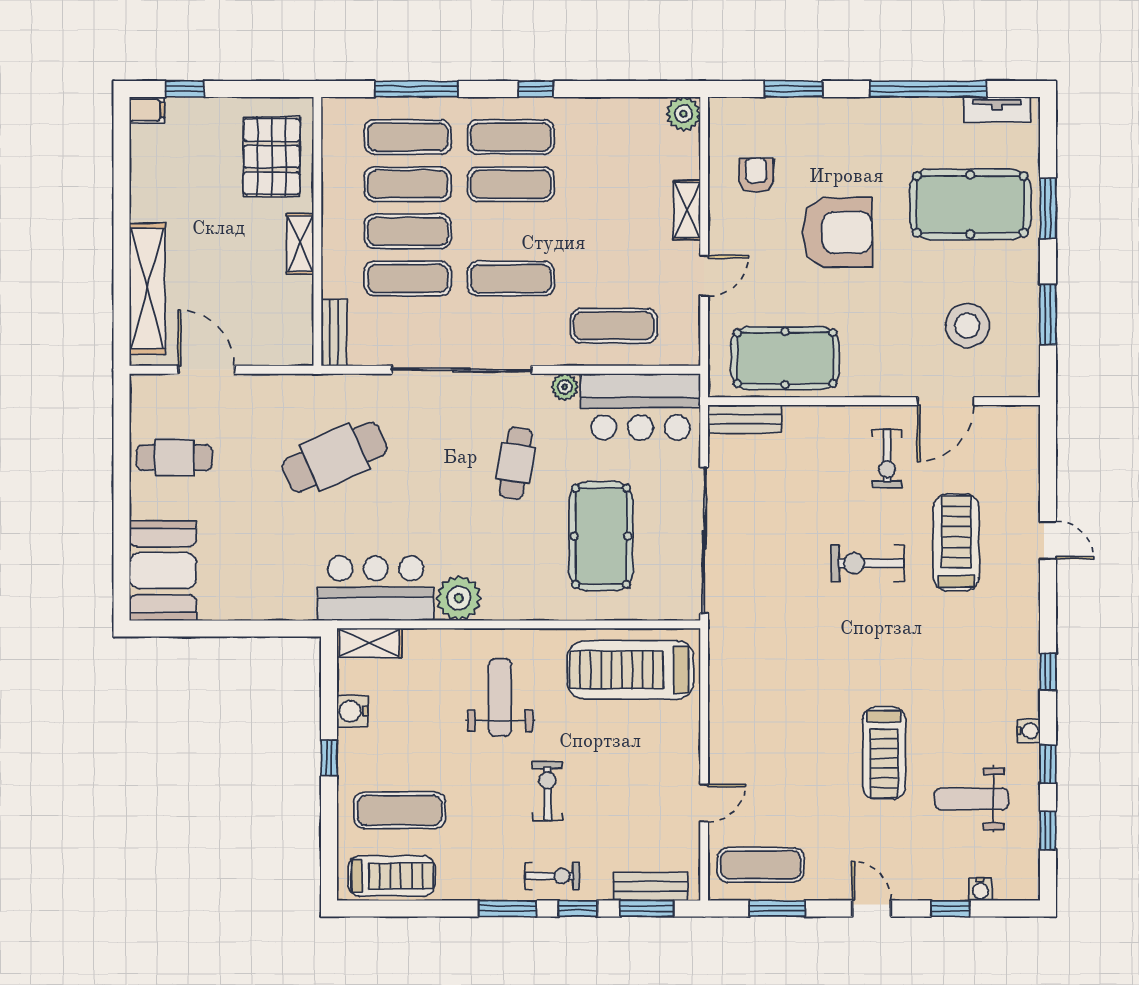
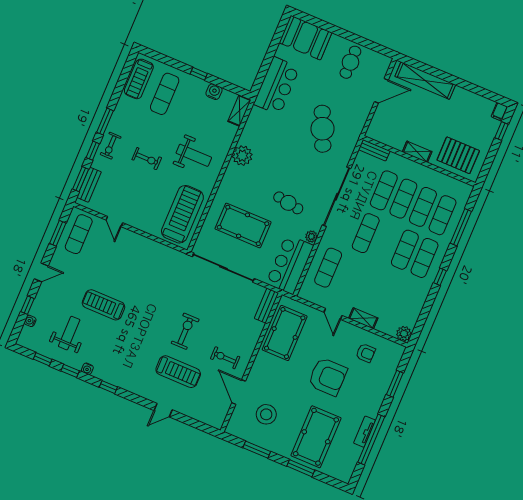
tv unit: (997, 109) -> (365, 432), moved
armchair: (837, 232) -> (328, 377), turned -90
bar counter: (376, 588) -> (277, 86), moved

